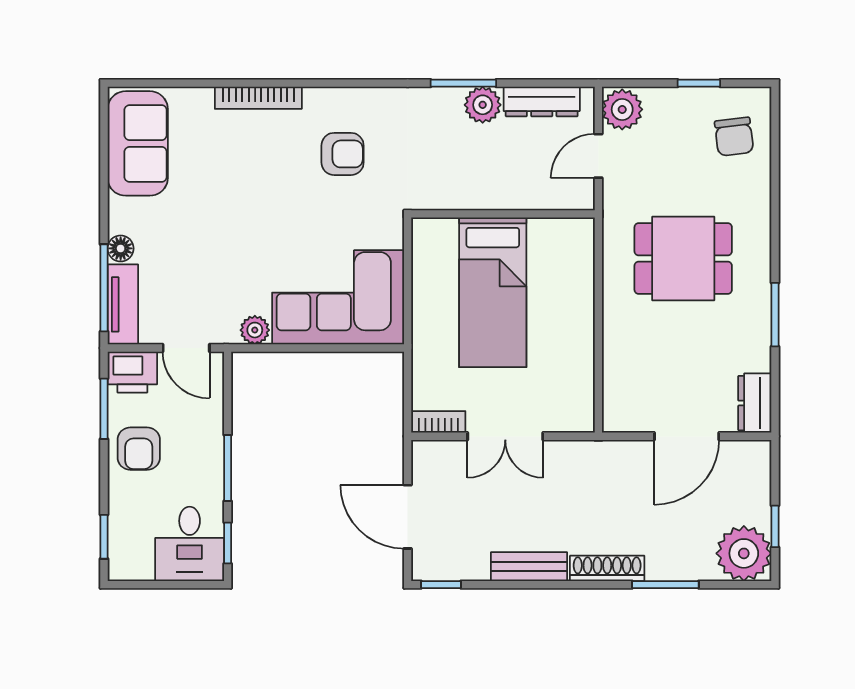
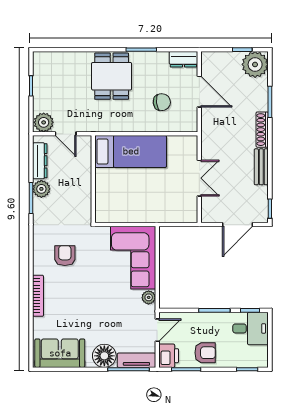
chair: (734, 137) -> (162, 102), moved
floor lamp: (121, 248) -> (104, 356), width x1.89, depth x1.89
dining table: (683, 258) -> (112, 76), moved
bed: (493, 292) -> (131, 151), moved
bookcase: (438, 422) -> (192, 210), removed

